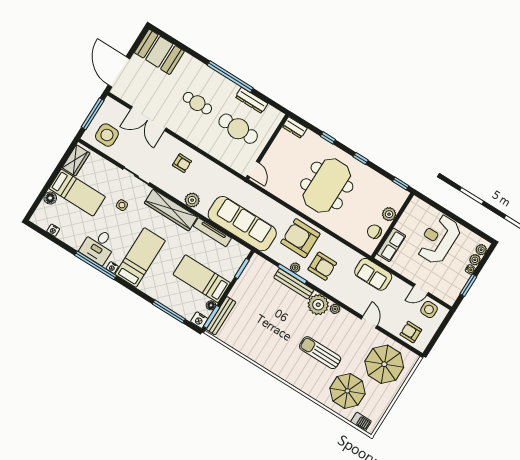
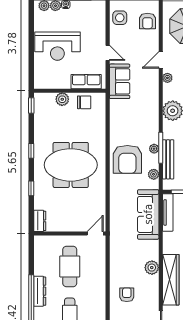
dresser: (252, 100) -> (40, 291), moved
sofa: (242, 224) -> (148, 214), width x0.74, depth x0.79
tv unit: (212, 232) -> (168, 212), moved
chair: (374, 232) -> (84, 102), turned -90
plant: (273, 253) -> (154, 174), added
armchair: (322, 266) -> (139, 127), removed
bench: (294, 284) -> (168, 159), moved
door: (421, 290) -> (108, 53), moved
plant: (335, 309) -> (167, 78), moved

